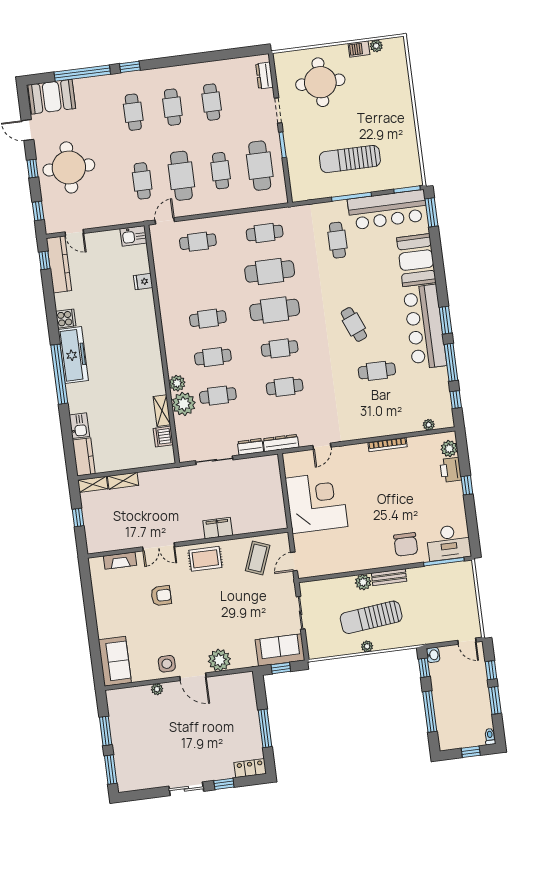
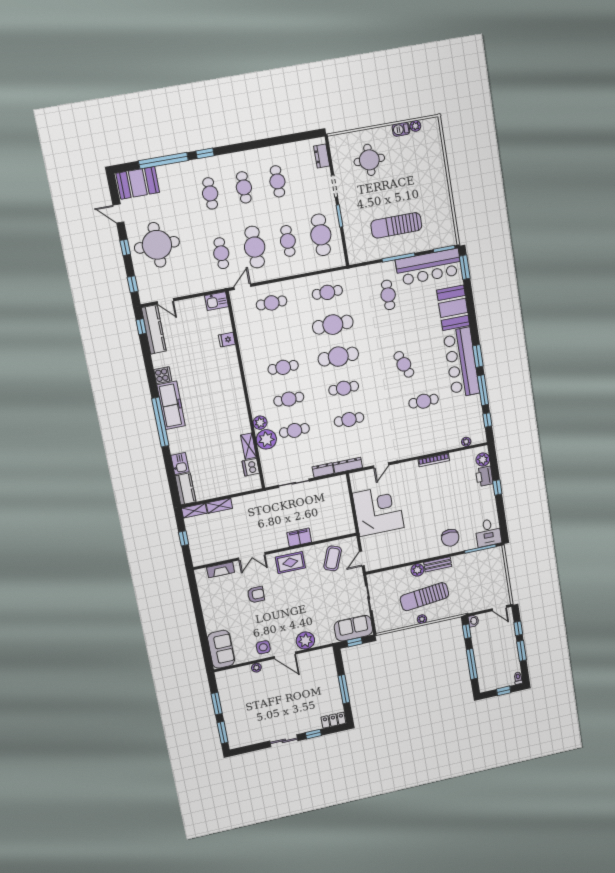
round table: (320, 82) -> (369, 160), width x0.73, depth x0.73
desk: (449, 543) -> (488, 533), width x0.73

